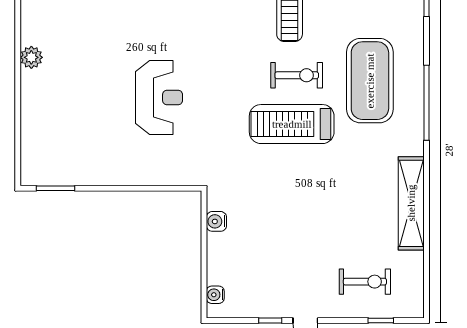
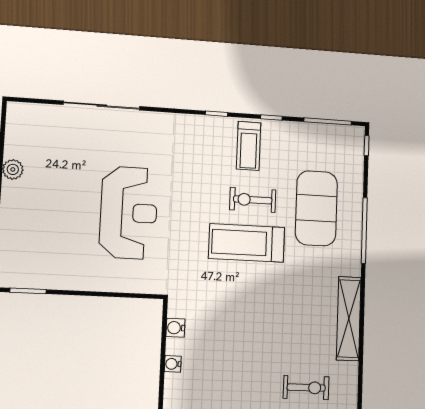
exercise bike: (297, 75) -> (253, 200), turned 180
reception desk: (159, 98) -> (129, 213), width x1.36, depth x1.30
water cooler: (215, 295) -> (173, 364), moved

